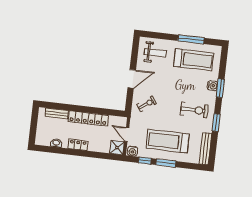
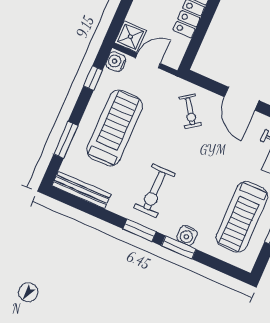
window: (216, 123) -> (140, 230), moved
window: (166, 163) -> (66, 140), moved

